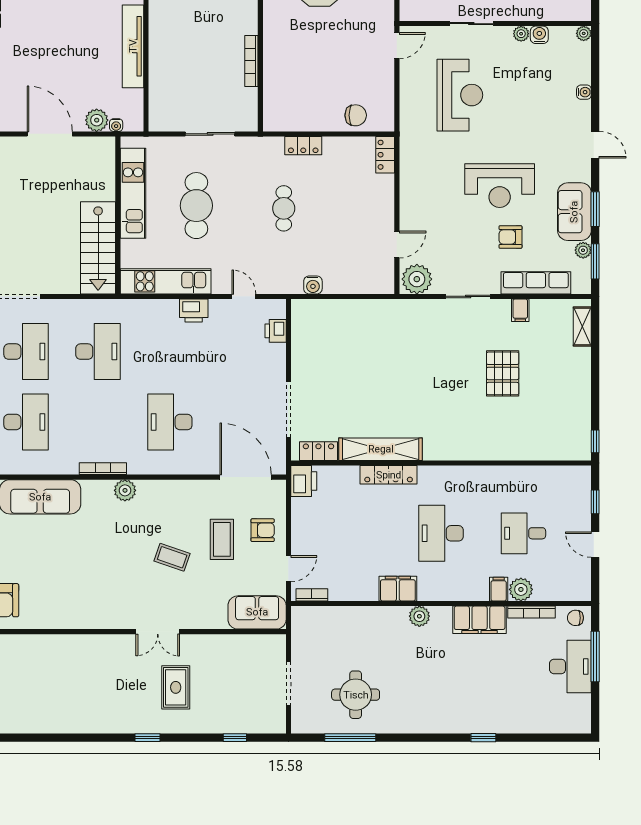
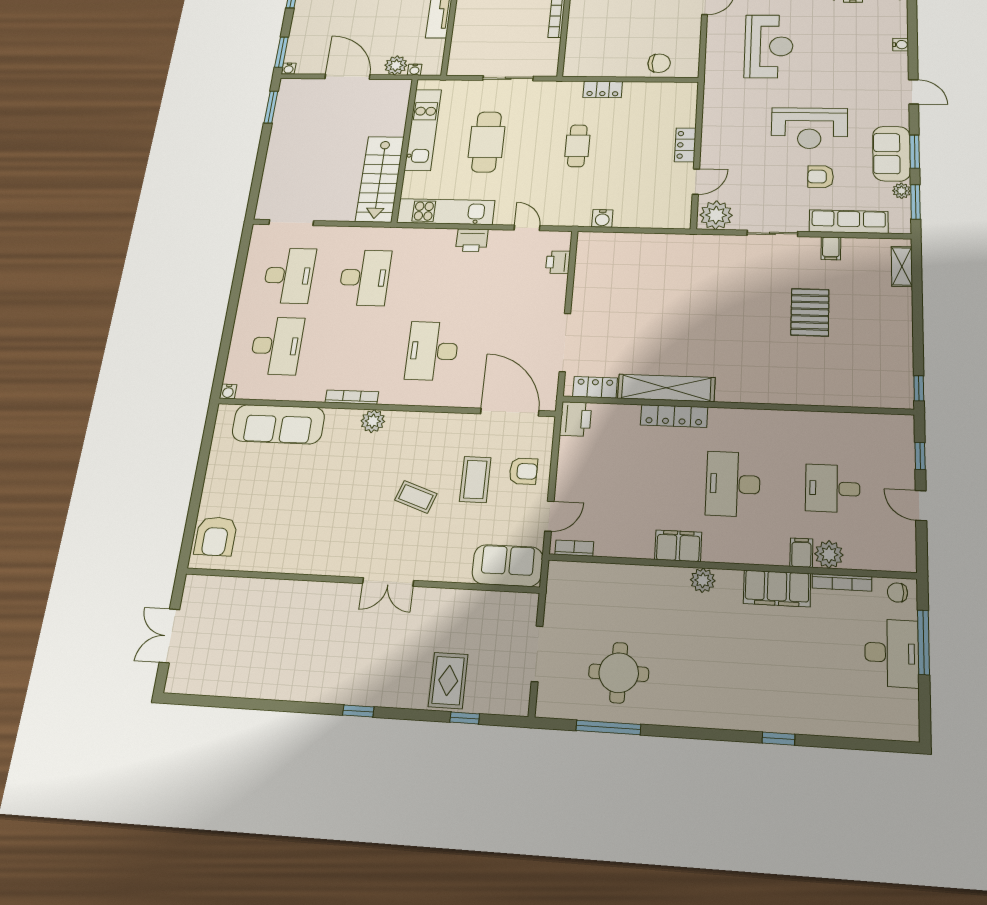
locker: (385, 155) -> (685, 145), moved
rug: (176, 687) -> (448, 680), moved

